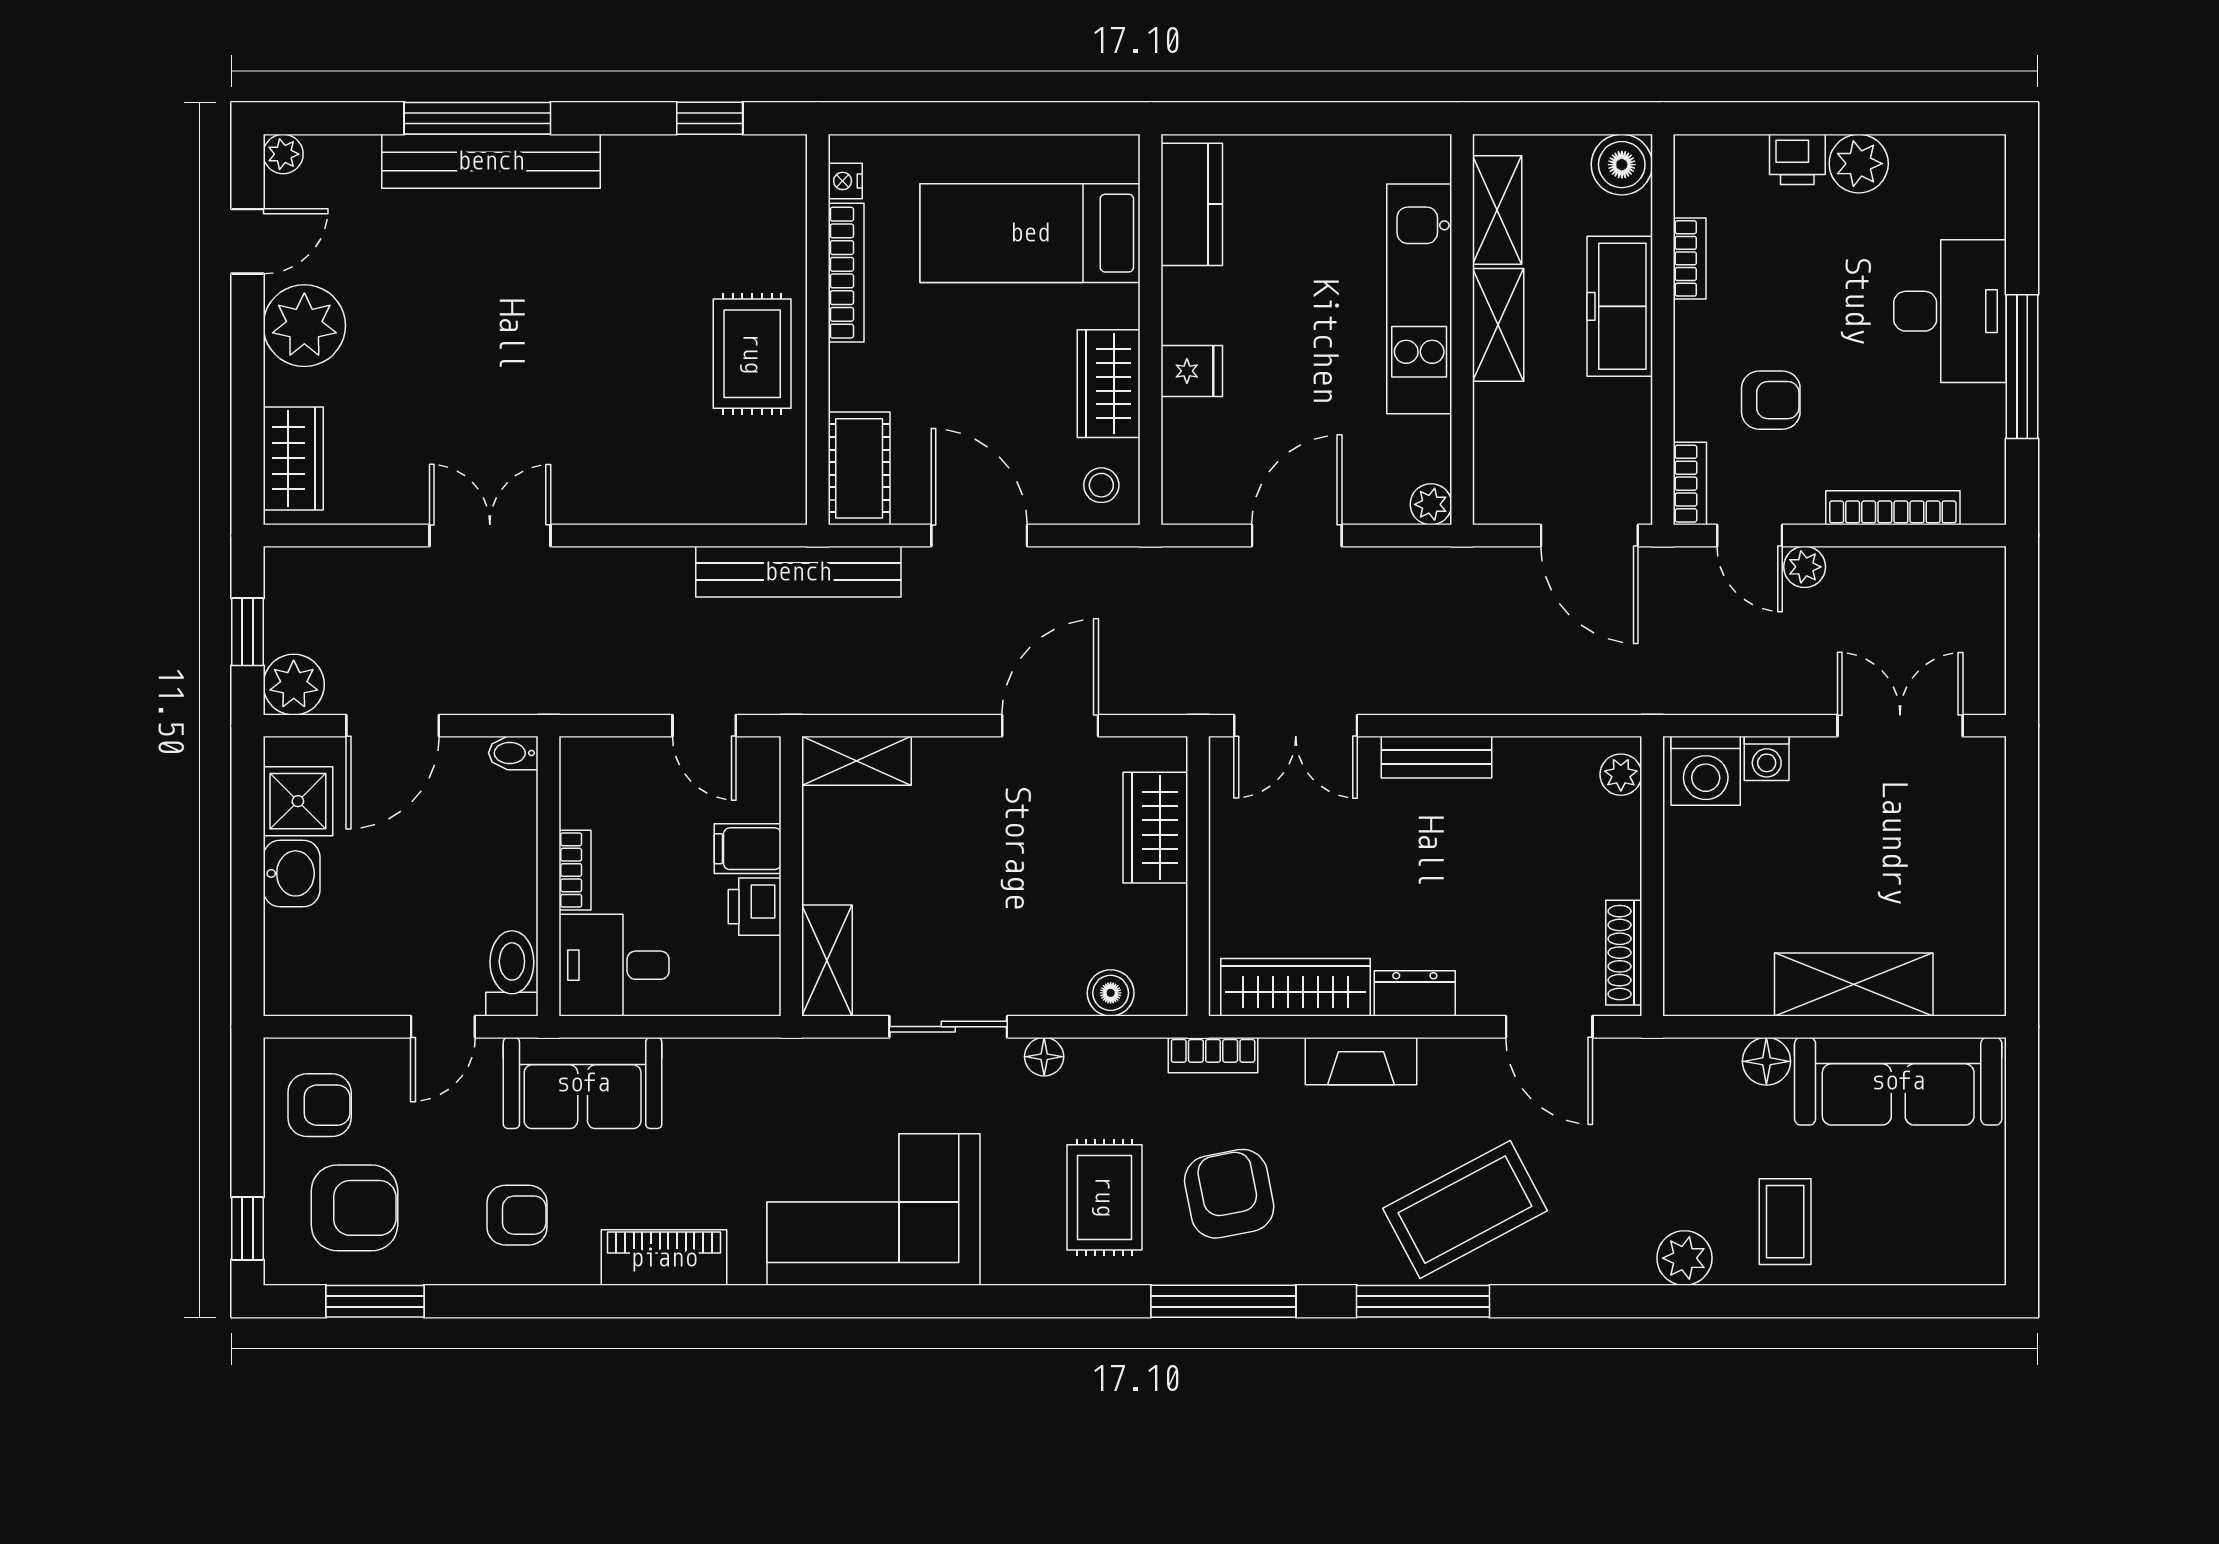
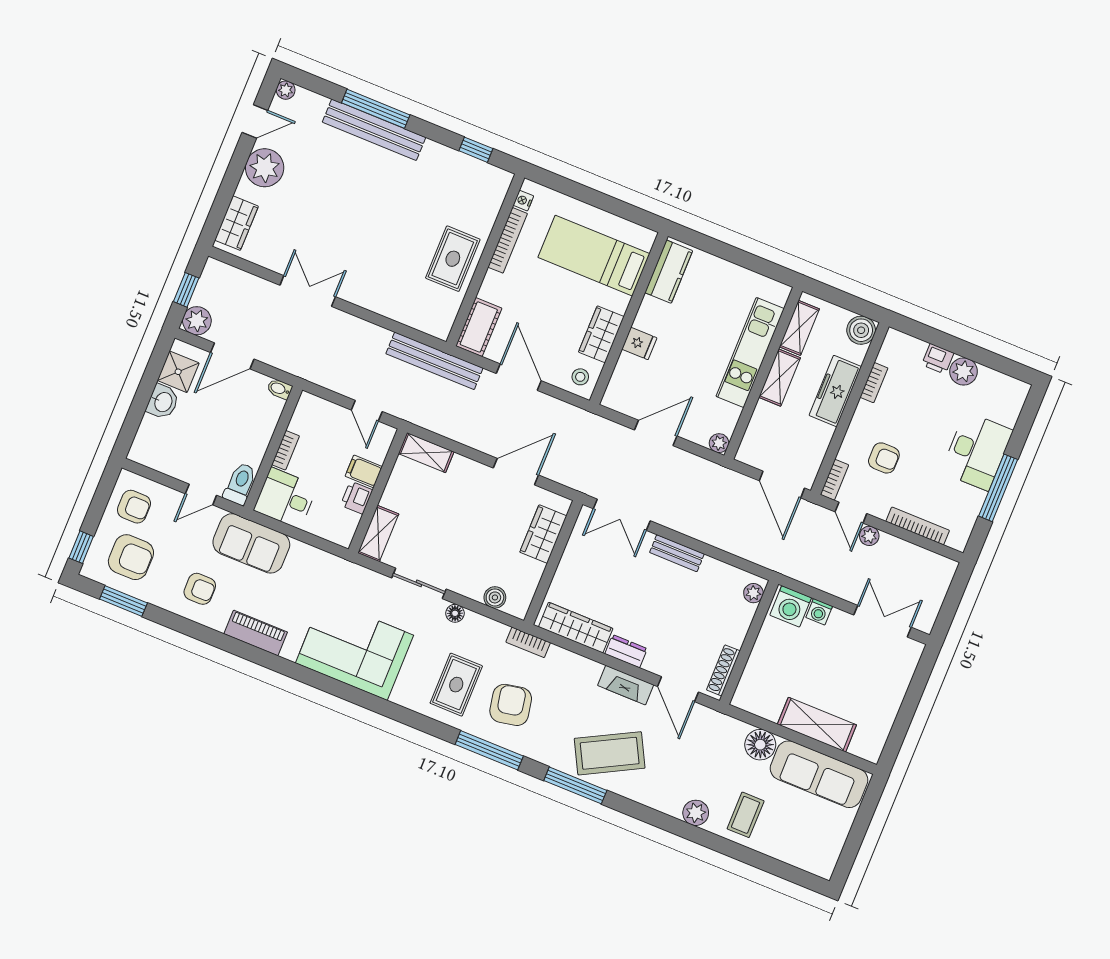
fireplace: (1361, 1061) -> (626, 685), moved
floor lamp: (1766, 1061) -> (760, 745), width x1.38, depth x1.38

